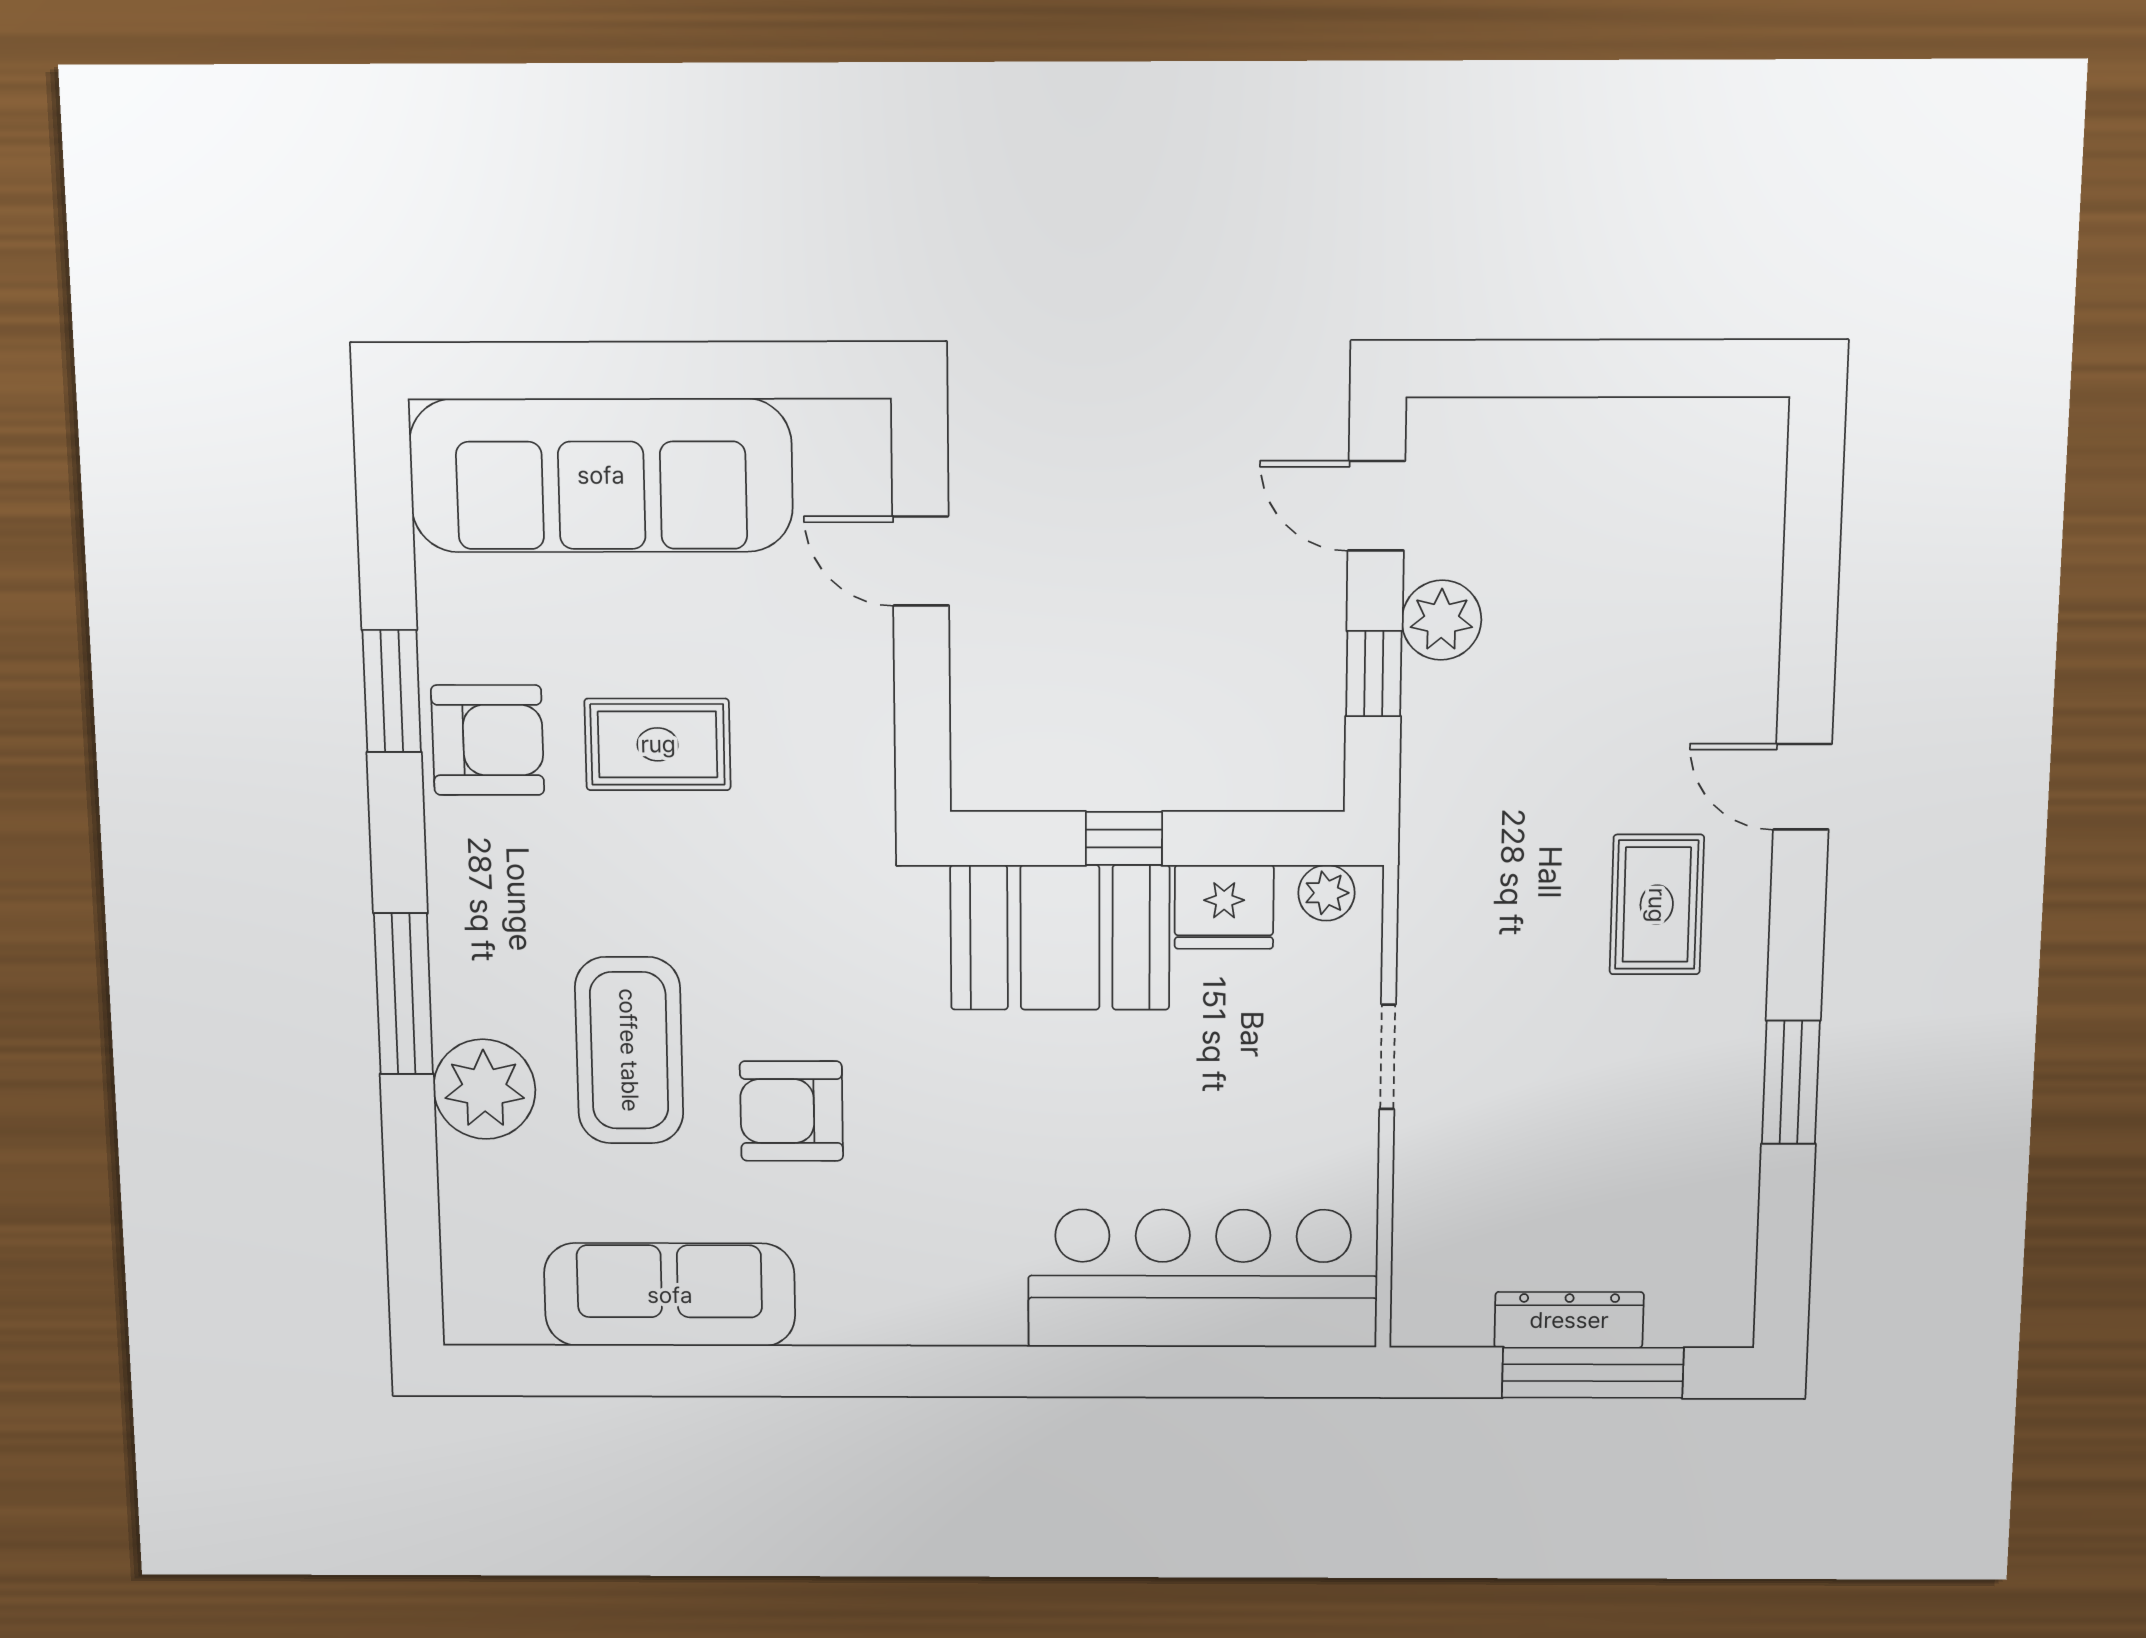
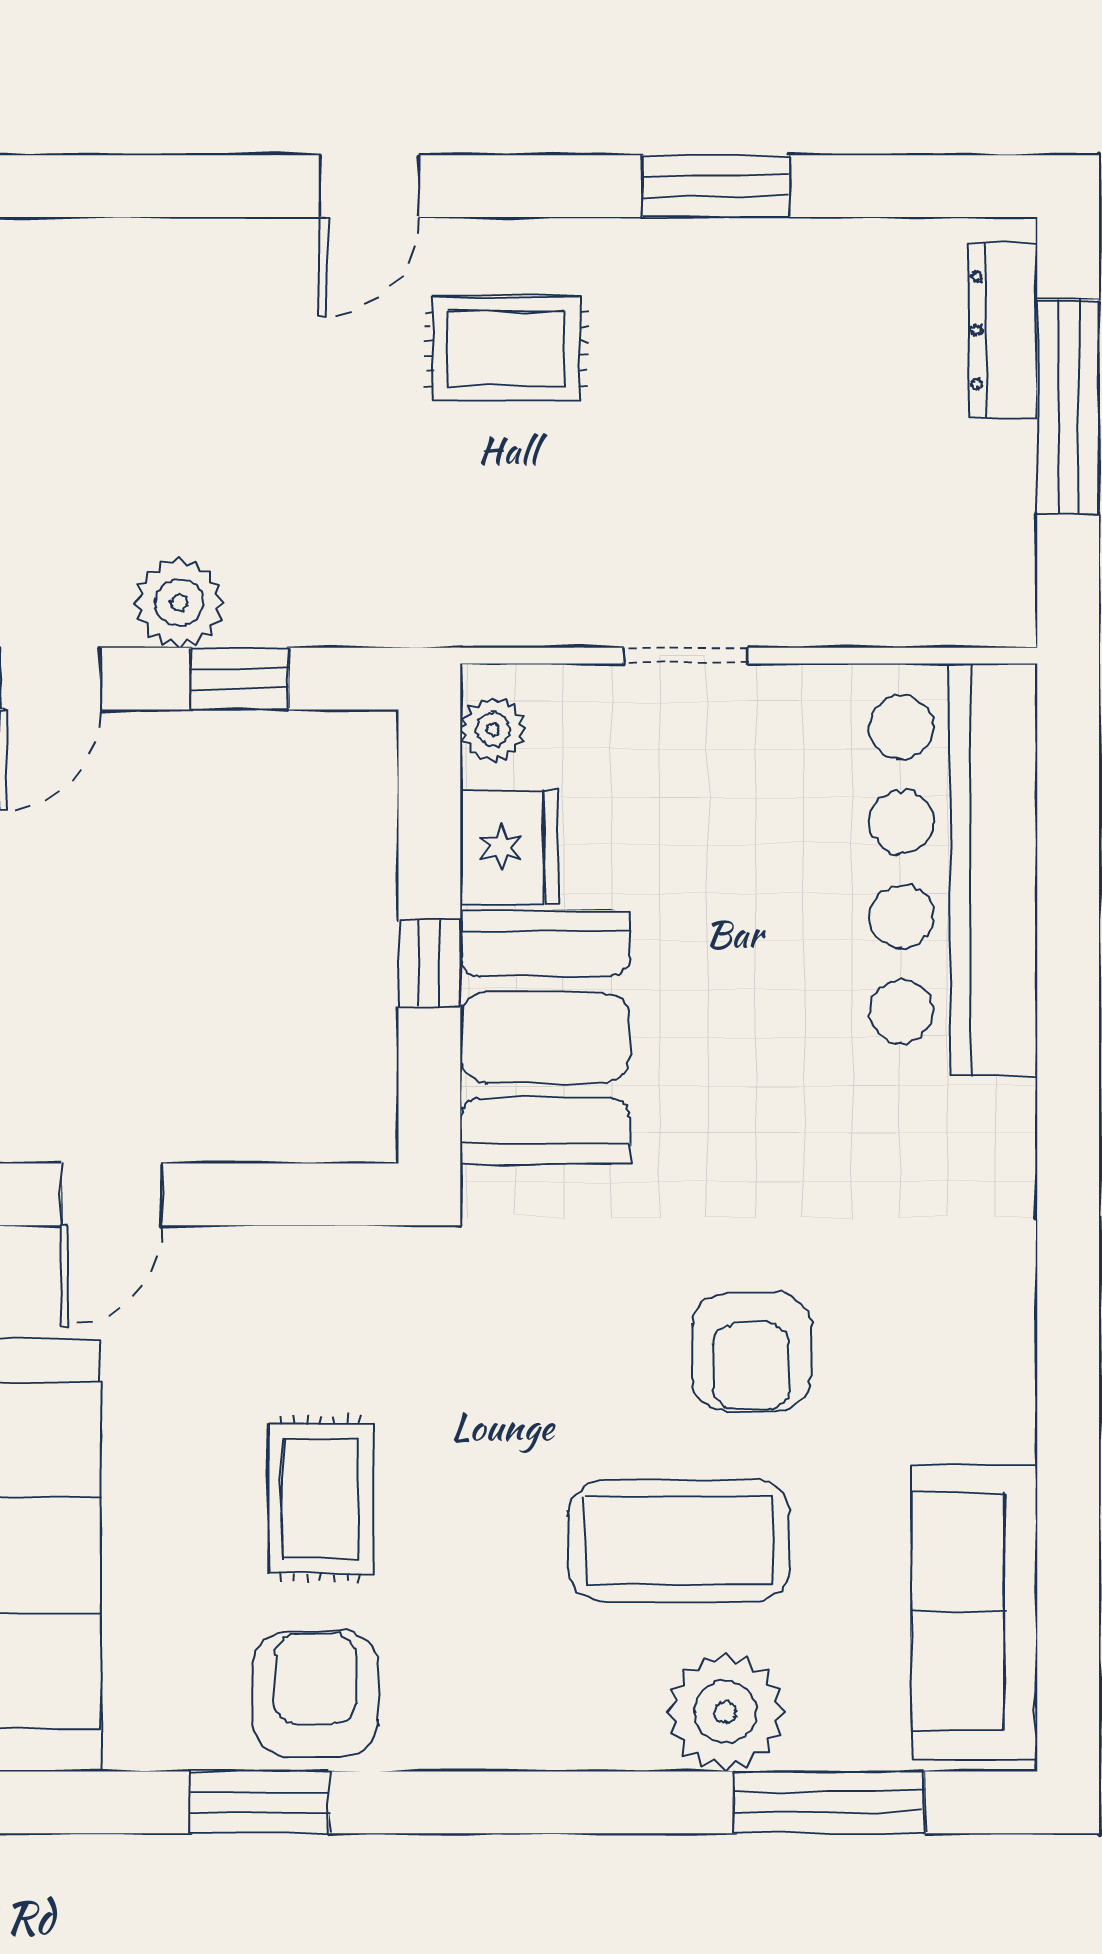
window: (404, 994) -> (829, 1802), moved
sofa: (670, 1295) -> (974, 1612), moved
dresser: (1569, 1320) -> (1003, 330), moved

